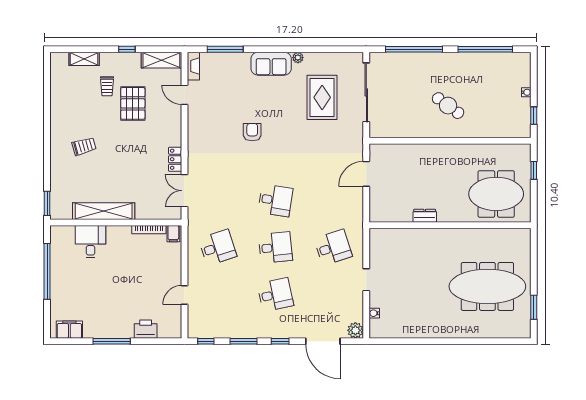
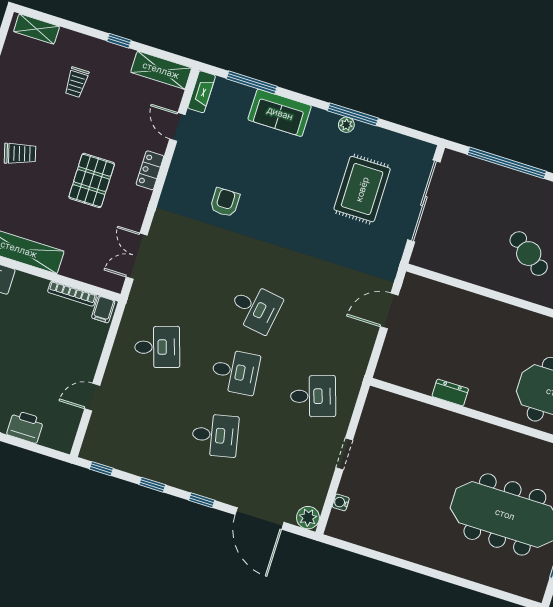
window: (300, 49) -> (353, 114), added
shelving: (84, 59) -> (37, 29), moved
sofa: (271, 64) -> (280, 113), moved
pallet: (133, 103) -> (92, 180), moved
armchair: (252, 132) -> (225, 202), moved
locker: (175, 159) -> (150, 170), moved
window: (244, 341) -> (152, 485), width x0.67

